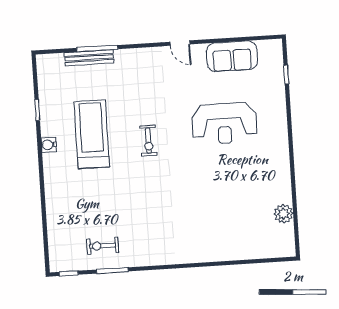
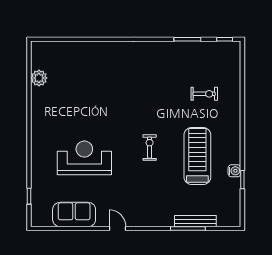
treadmill: (92, 134) -> (197, 156), turned 180
water cooler: (49, 145) -> (234, 171), moved
exercise bike: (103, 246) -> (204, 94), moved

